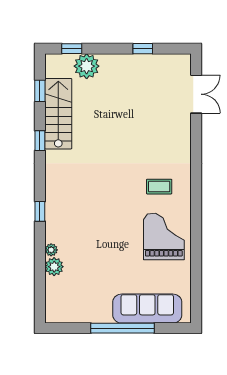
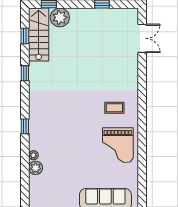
stairs: (58, 114) -> (39, 35), moved
grand piano: (164, 236) -> (118, 145), turned 180

